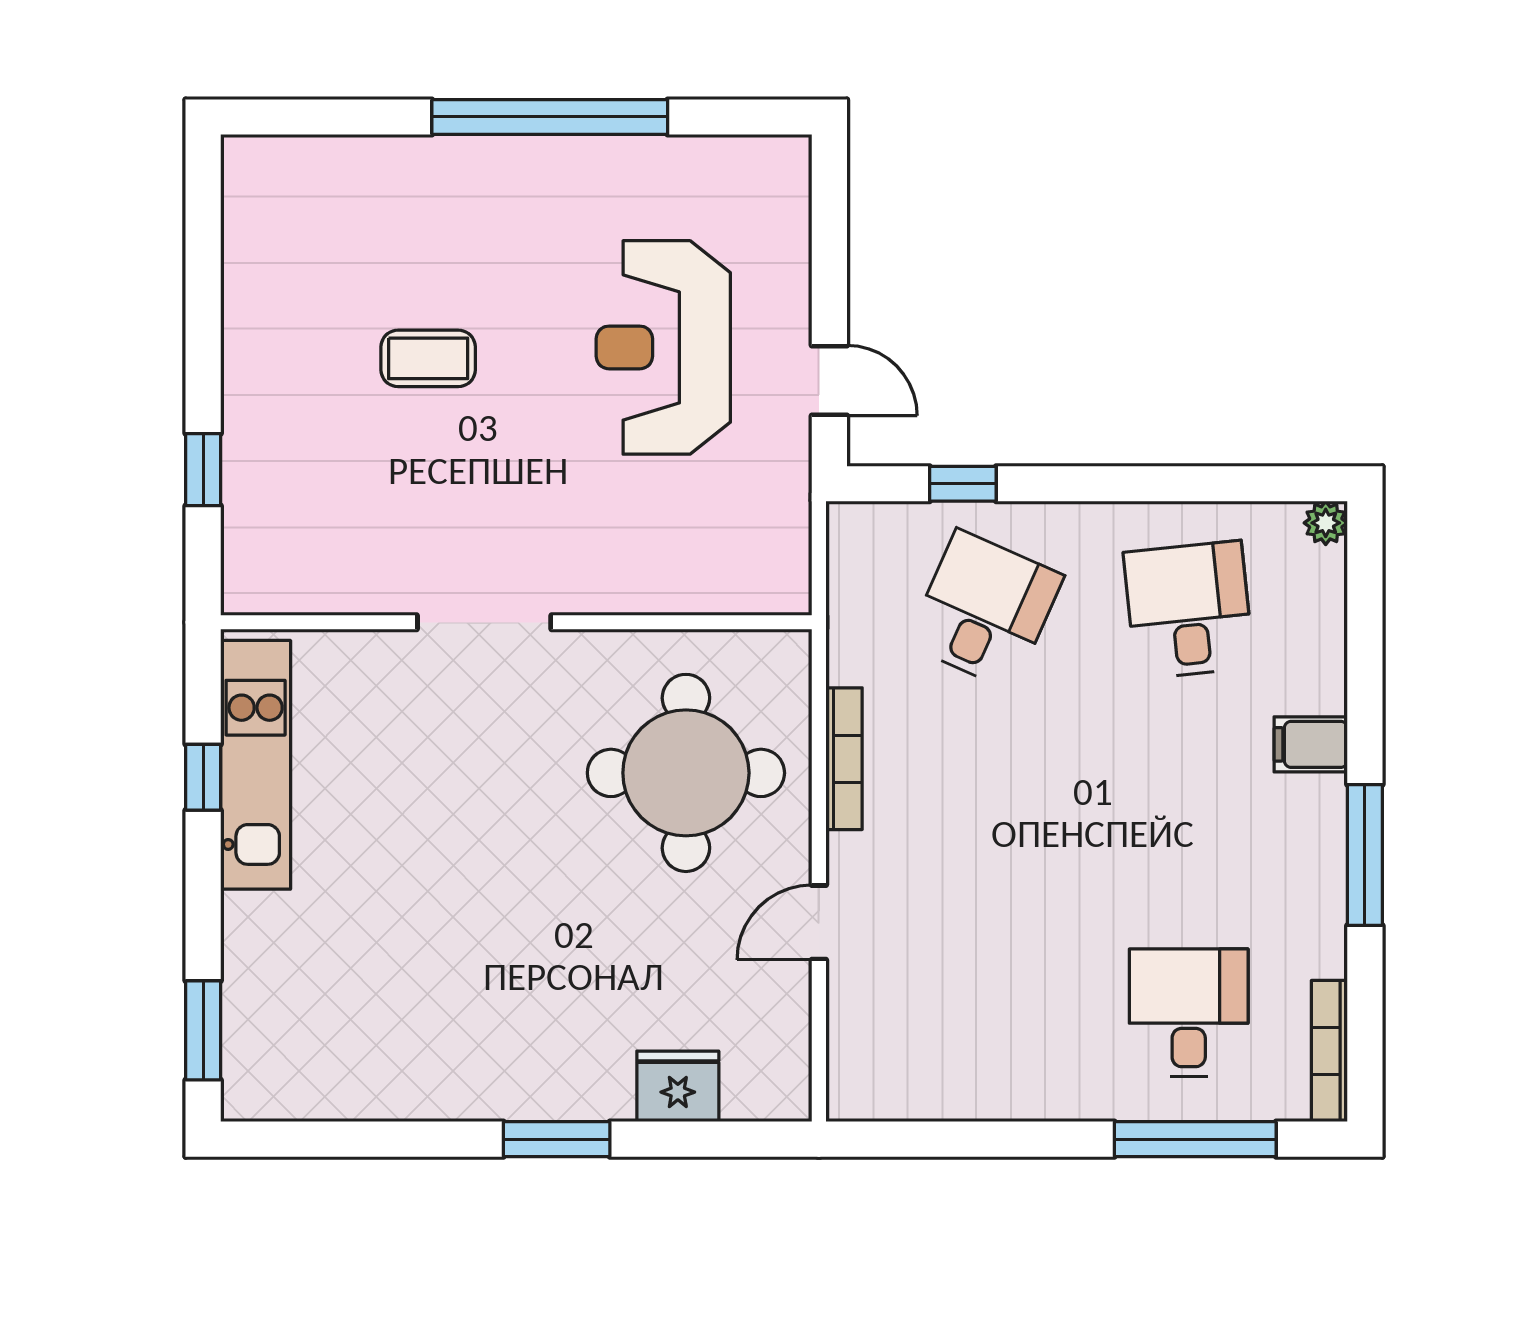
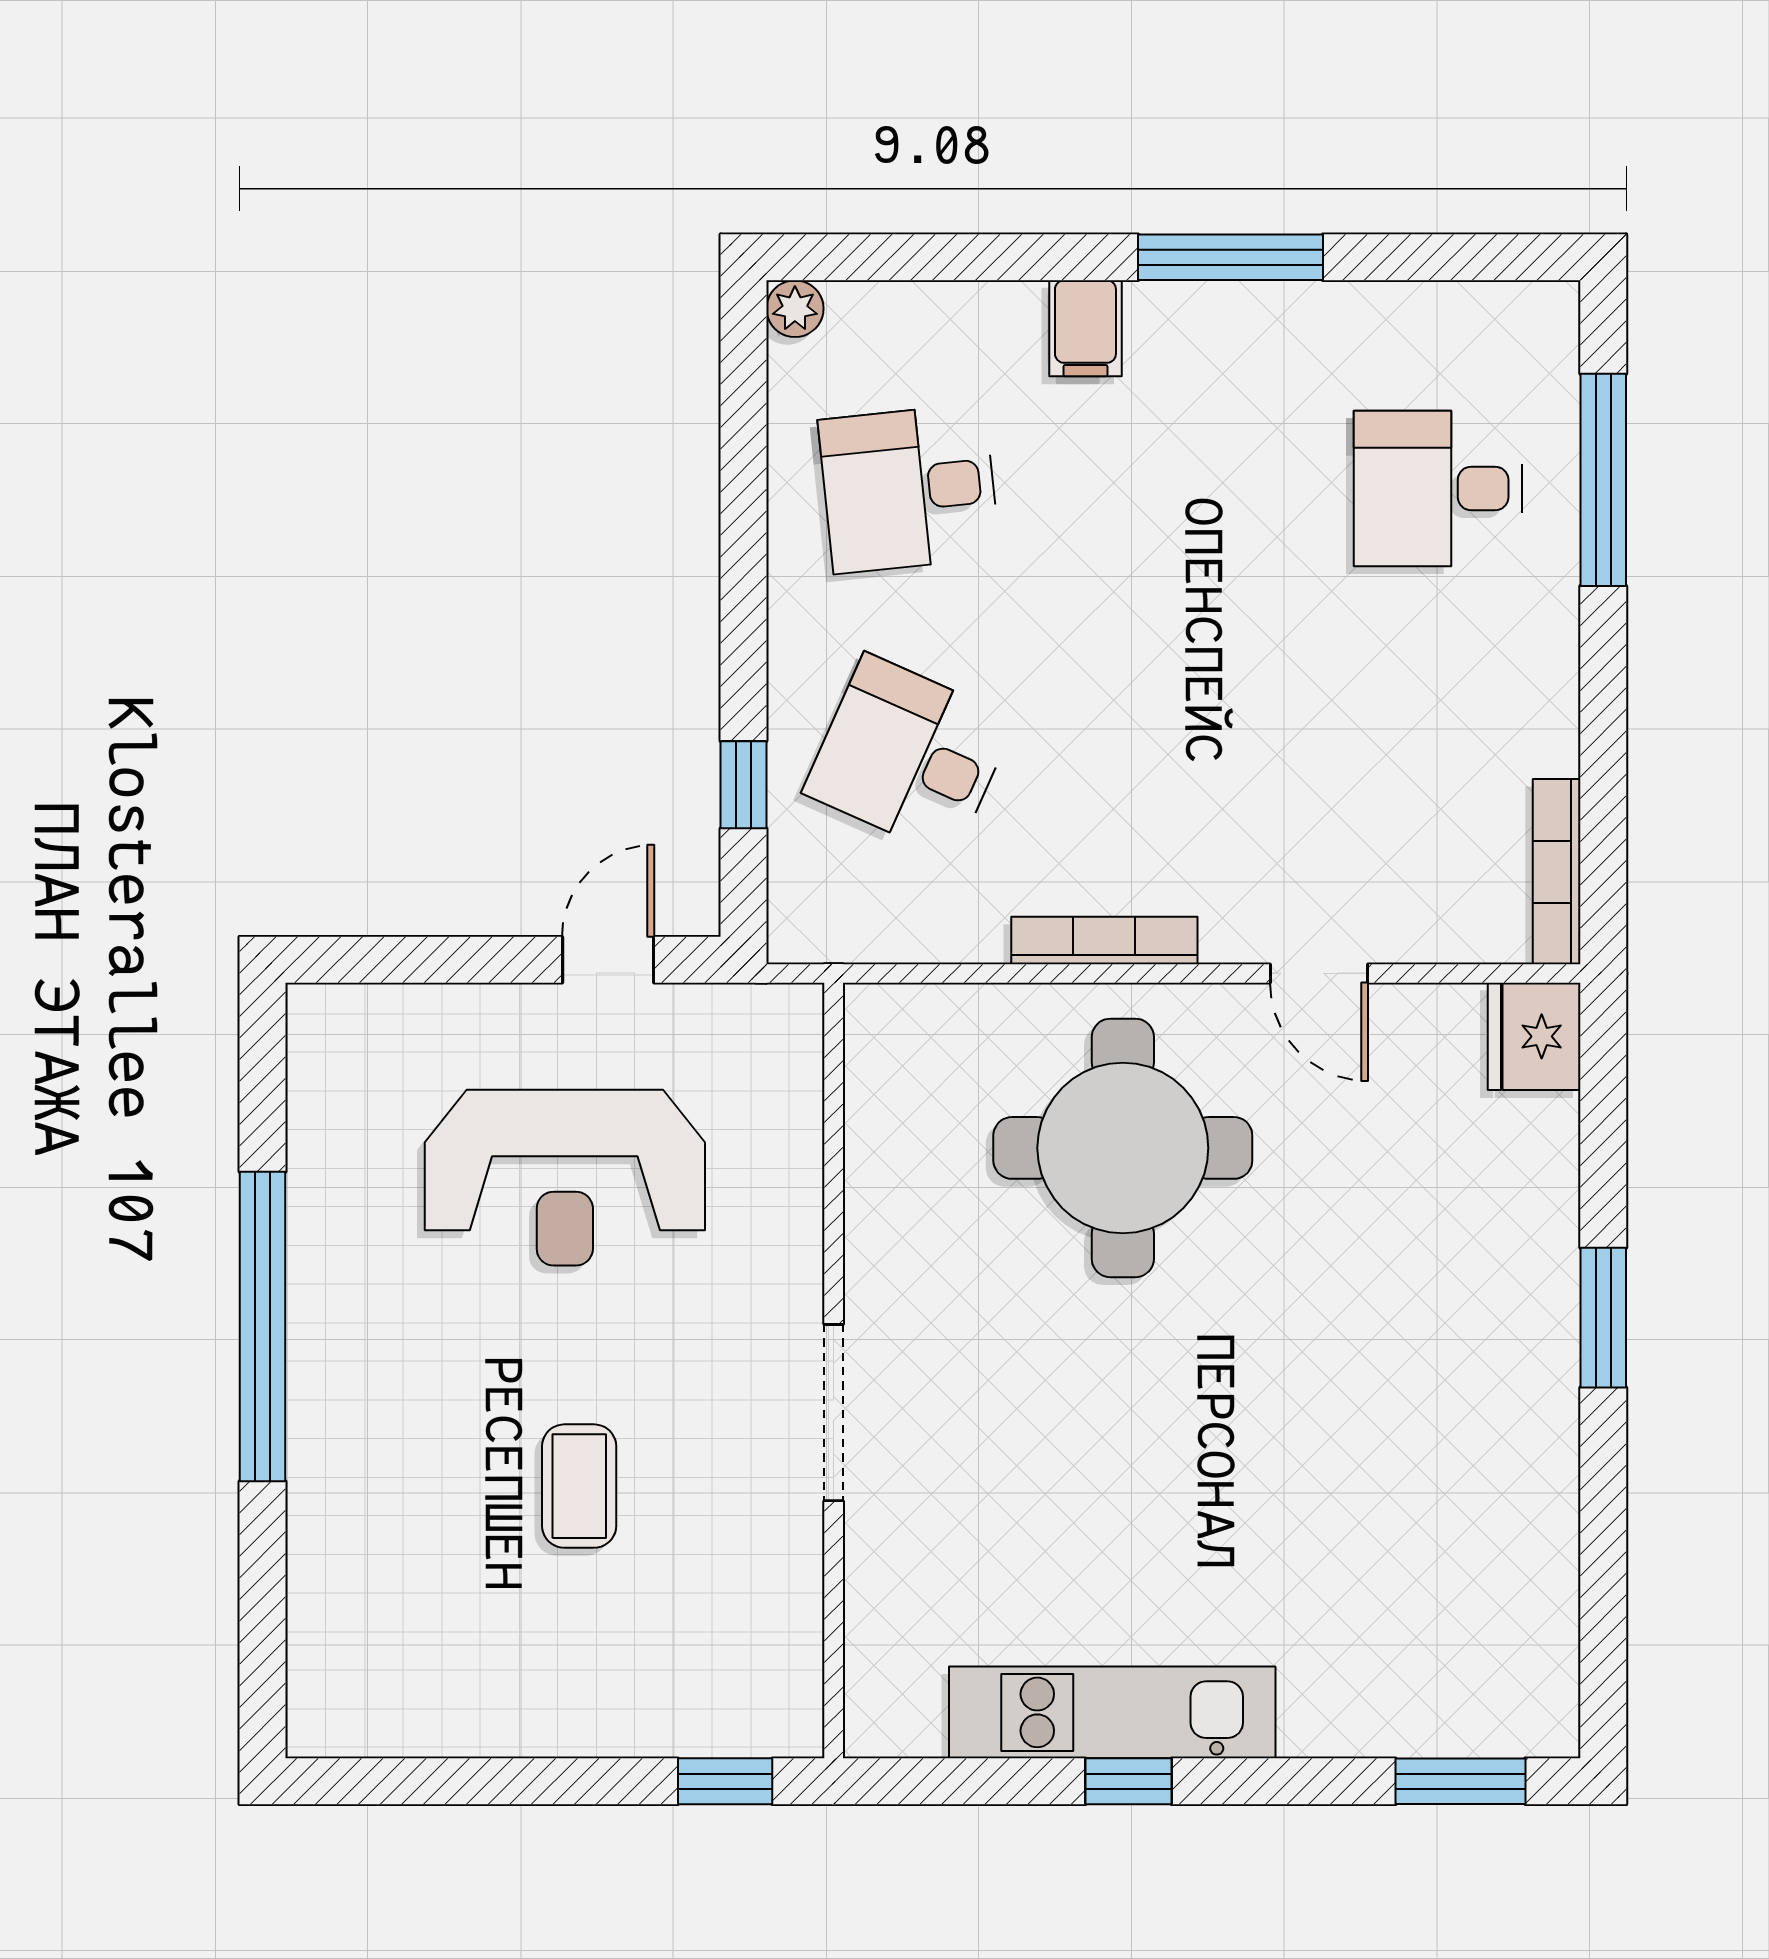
doorway: (484, 622) -> (834, 1413), moved
wall: (516, 622) -> (834, 1371), moved
bookcase: (1329, 1051) -> (1557, 872), moved, turned 90
fridge: (678, 1086) -> (1534, 1036), moved

